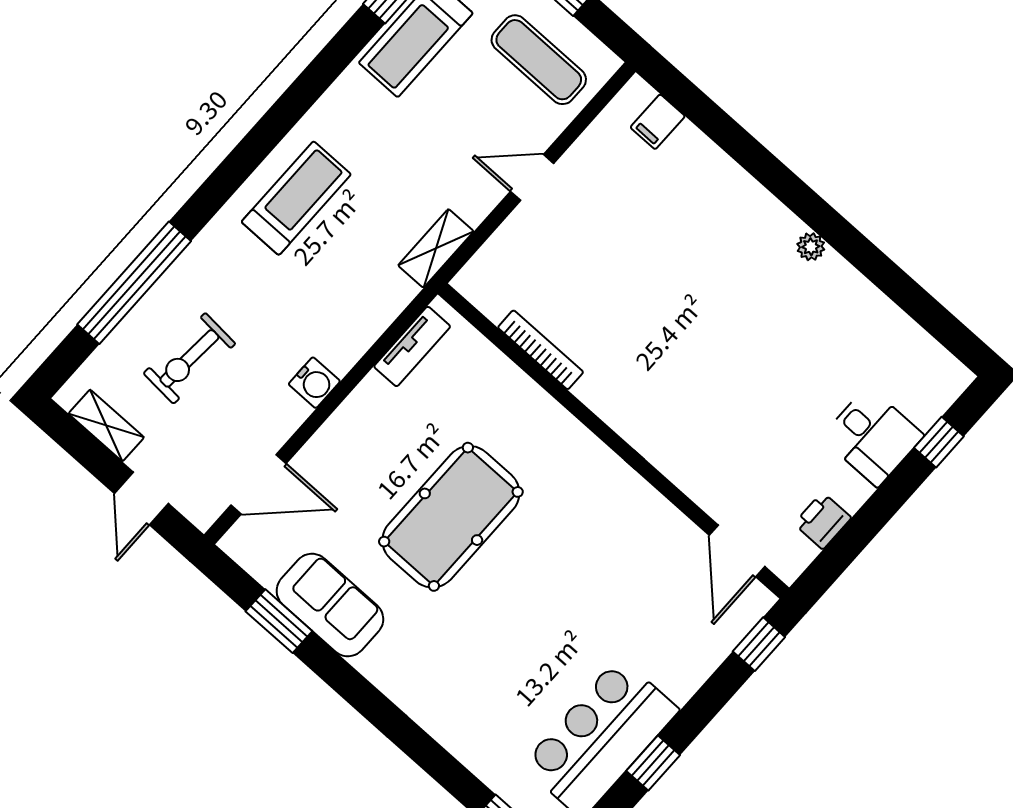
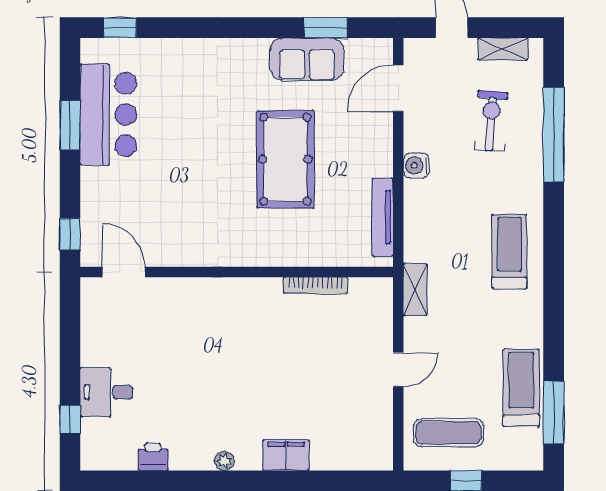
filing cabinet: (658, 122) -> (286, 455), moved, width x2.00
treadmill: (296, 198) -> (509, 252), turned 180
tv unit: (412, 346) -> (383, 217), width x1.41
printer: (823, 521) -> (153, 457), moved, turned -90
window: (653, 763) -> (70, 125), width x1.50

